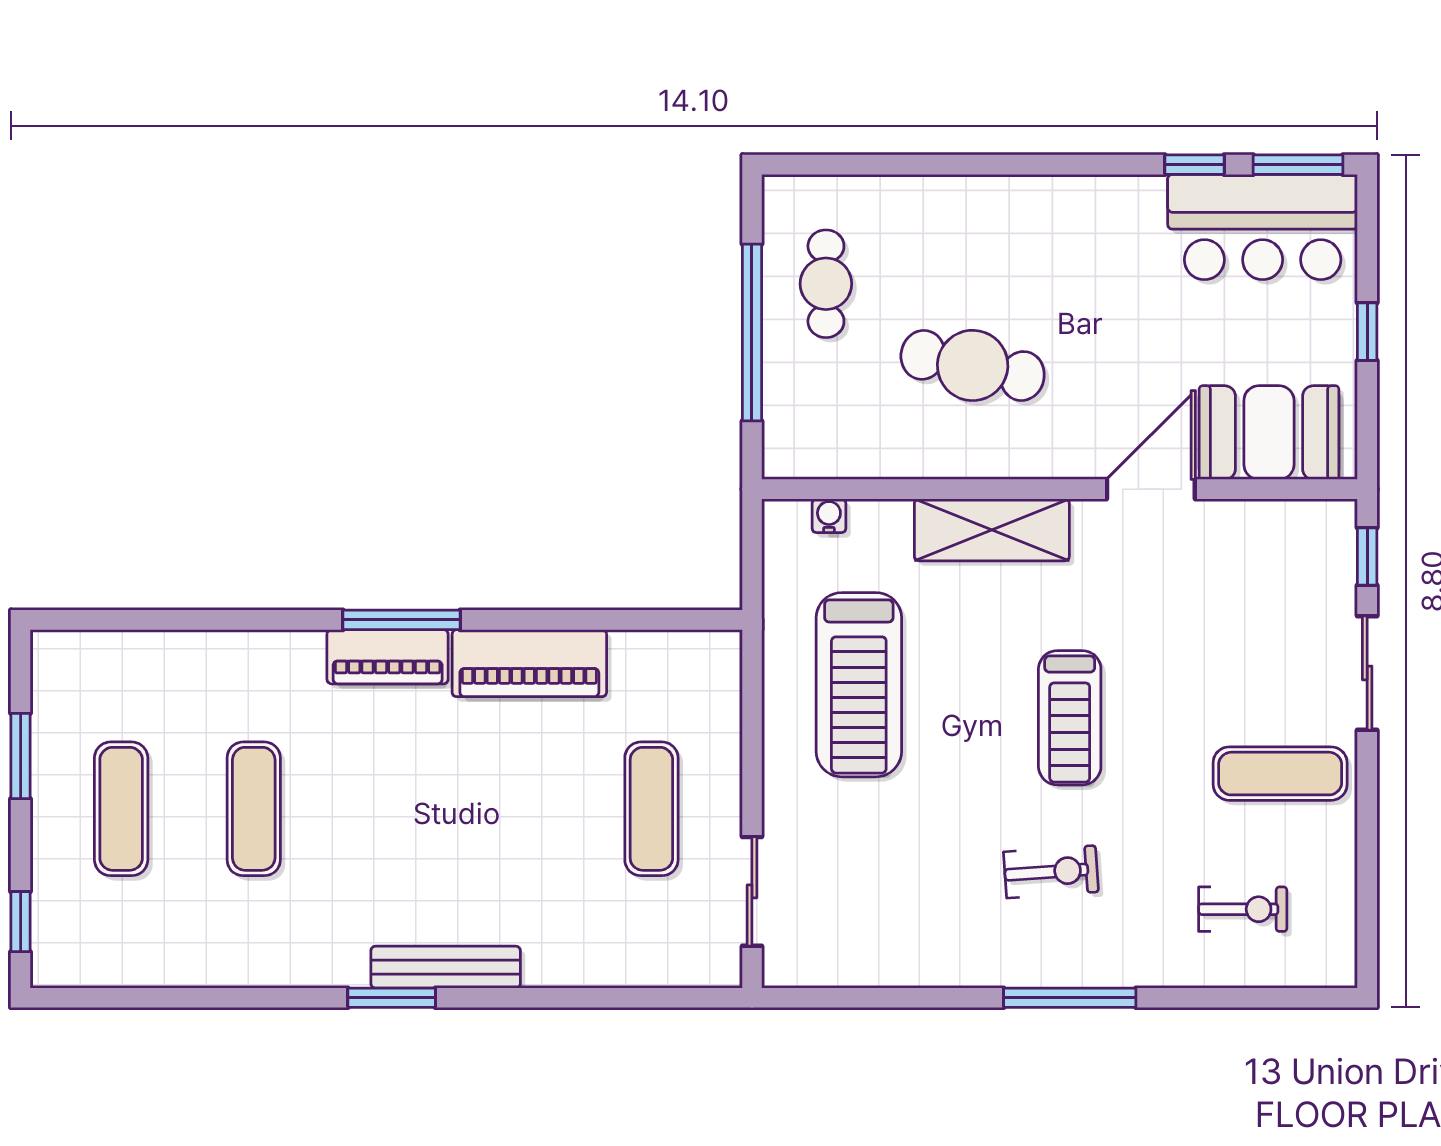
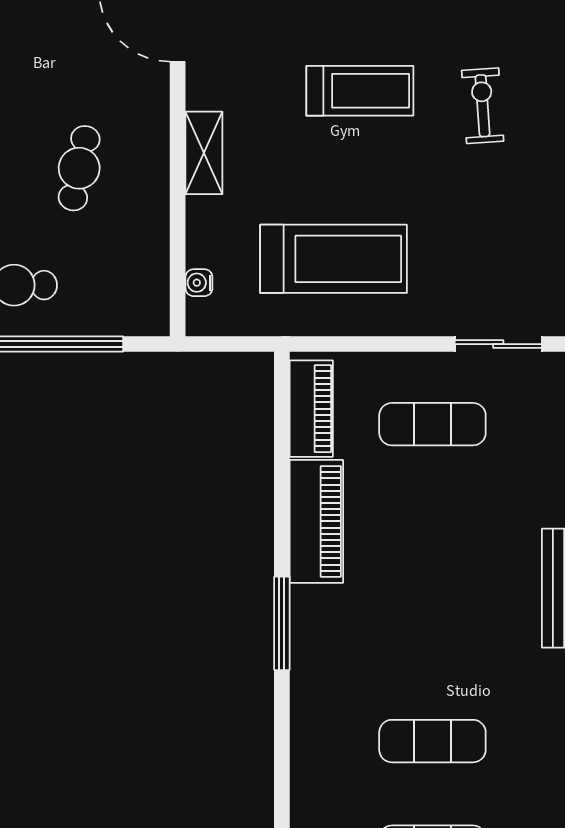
cafe table: (973, 365) -> (79, 168), width x0.73, depth x0.74
shelving: (992, 530) -> (204, 153), width x0.67, depth x0.75
piano: (388, 657) -> (311, 409), moved

